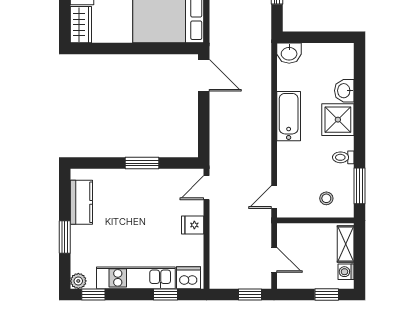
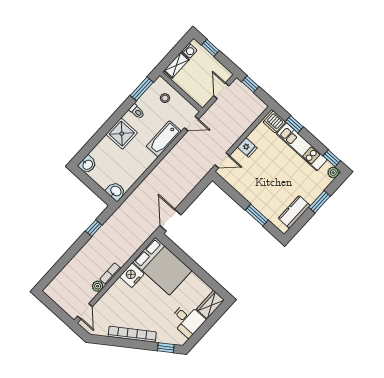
washbasin: (344, 91) -> (87, 165), moved
bathtub: (289, 116) -> (164, 139), moved
window: (142, 163) -> (257, 215), moved

